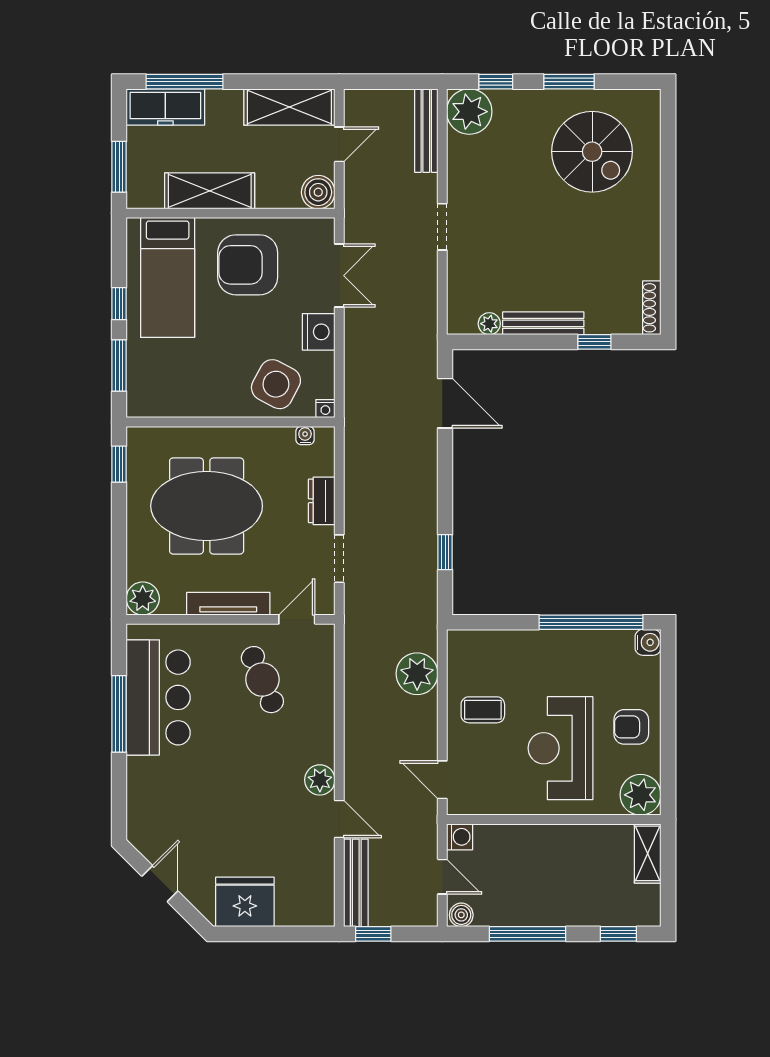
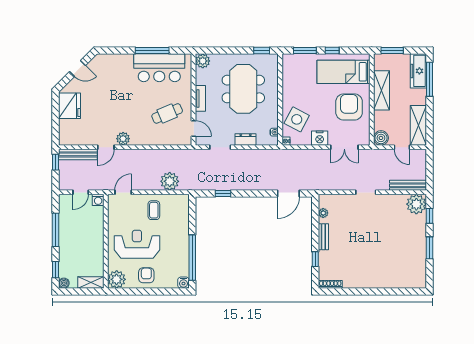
spiral stairs: (592, 152) -> (399, 258), removed
bench: (543, 323) -> (323, 237), width x0.73
tv unit: (228, 604) -> (200, 98), width x0.71
boiler: (461, 915) -> (64, 283), moved

